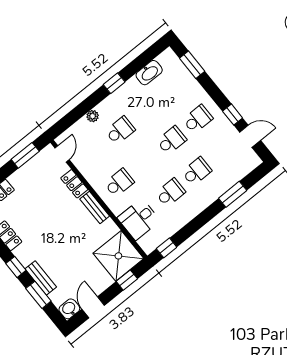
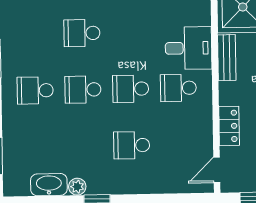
plant: (93, 116) -> (77, 187), moved
school desk: (170, 193) -> (131, 89), moved
bench: (95, 208) -> (227, 58), moved
desk: (139, 219) -> (189, 48), moved

